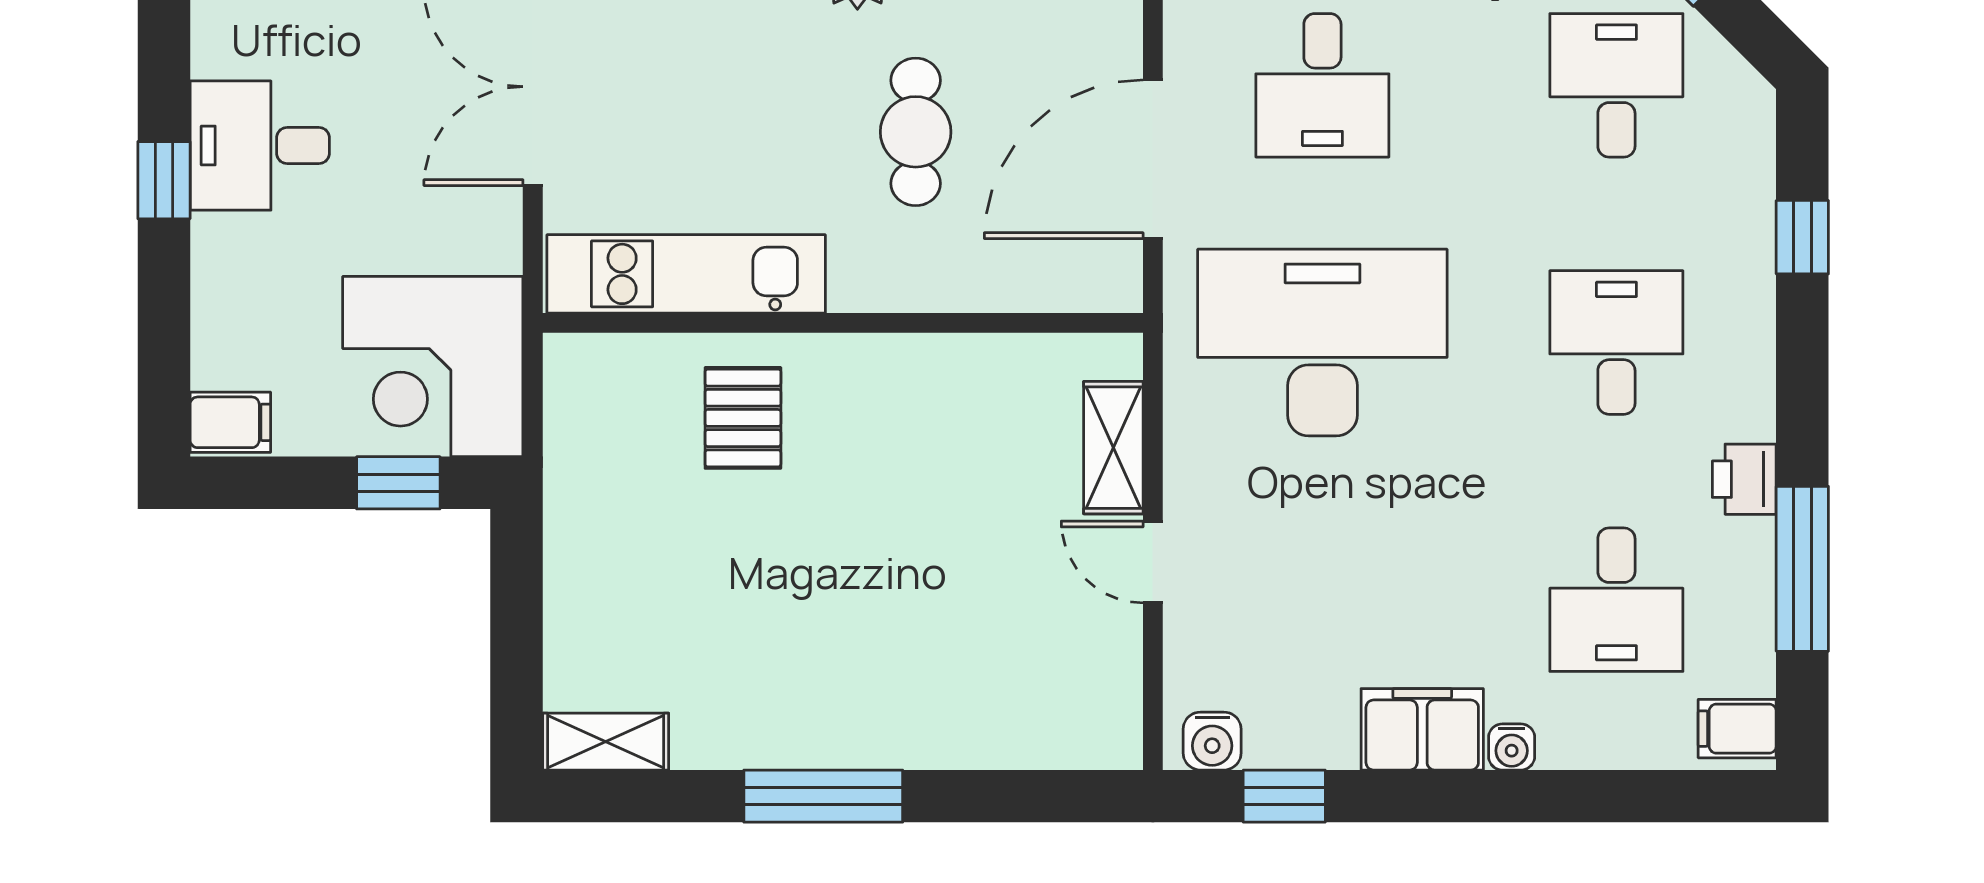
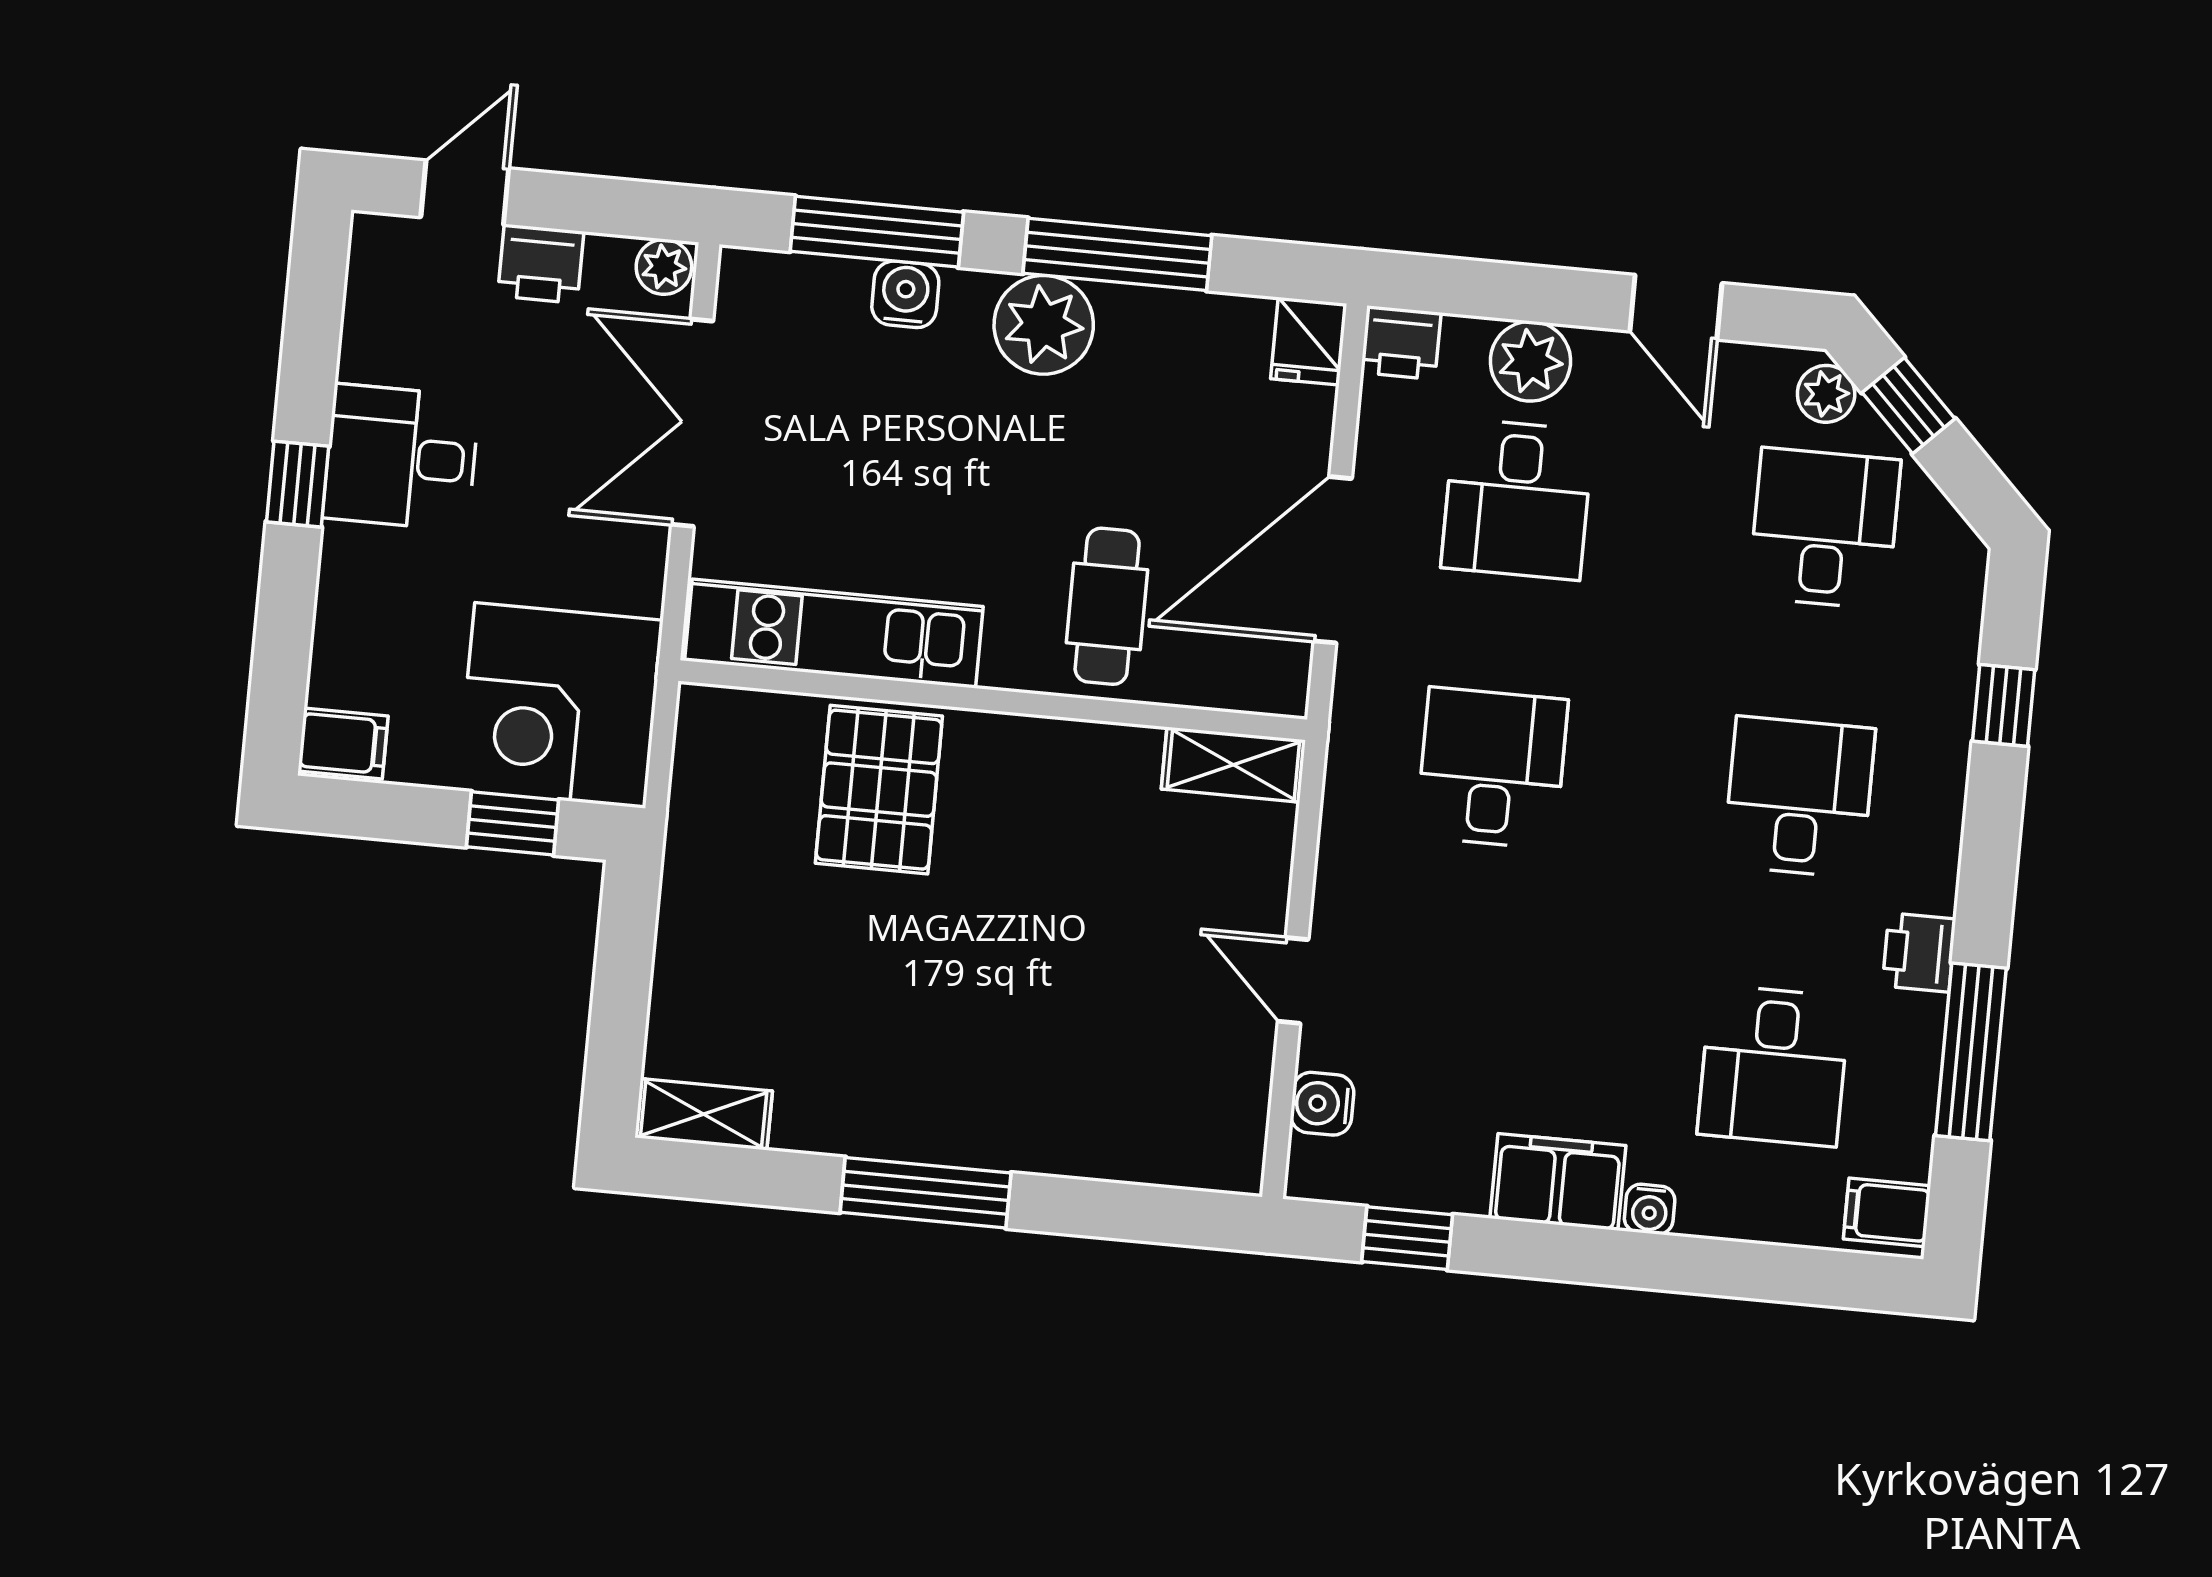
cafe table: (916, 132) -> (1107, 606), moved
desk: (1322, 342) -> (1492, 768), width x0.53, depth x0.77
pallet: (743, 418) -> (879, 790), width x1.50, depth x1.42
shelving: (1113, 448) -> (1233, 765), moved, turned 90
water cooler: (1212, 741) -> (1322, 1104), moved, turned 90

